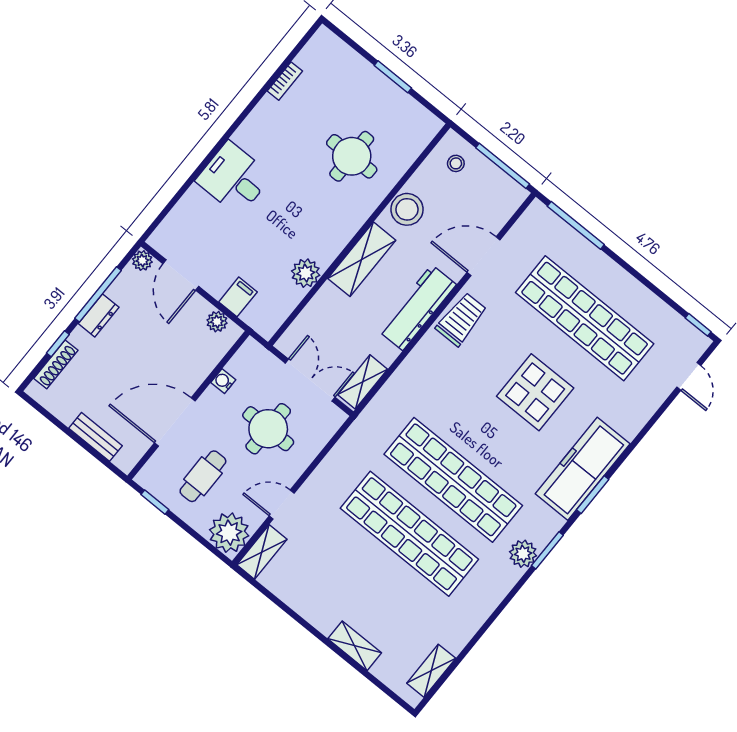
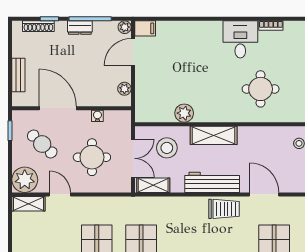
desk: (234, 178) -> (240, 39), moved
stool: (407, 209) -> (167, 148), moved
filing cabinet: (238, 297) -> (145, 28), moved
cafe table: (203, 476) -> (42, 144), turned 43

